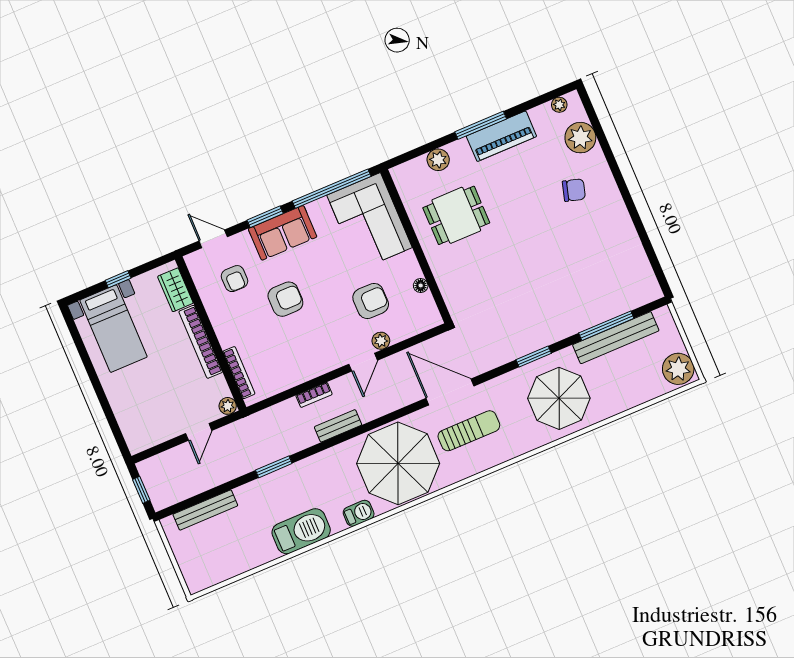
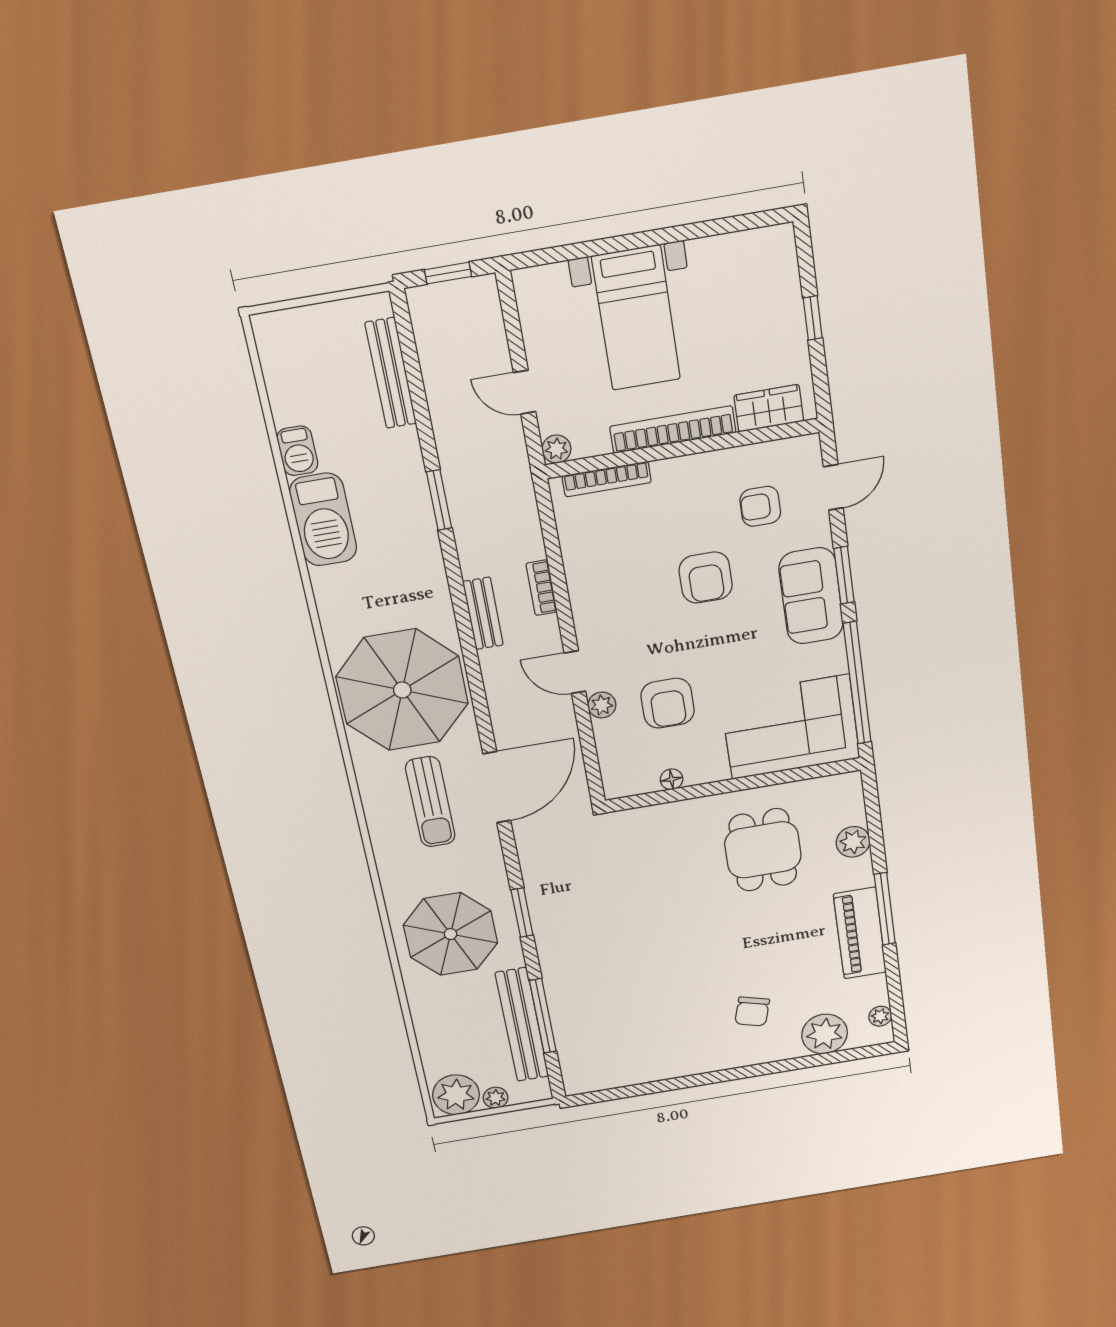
bed with nightstands: (113, 329) -> (636, 318), moved, turned -90
plant: (675, 342) -> (496, 1098), added
barbecue: (359, 513) -> (297, 451), moved

